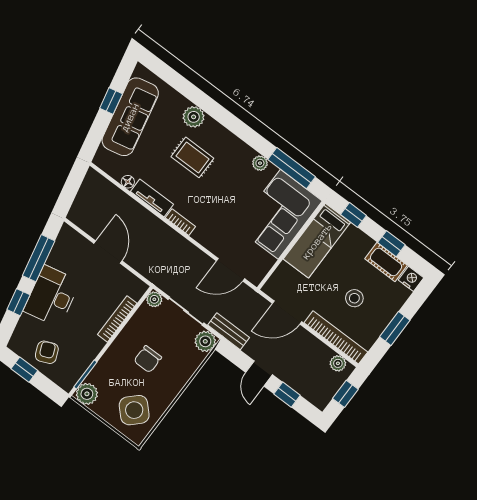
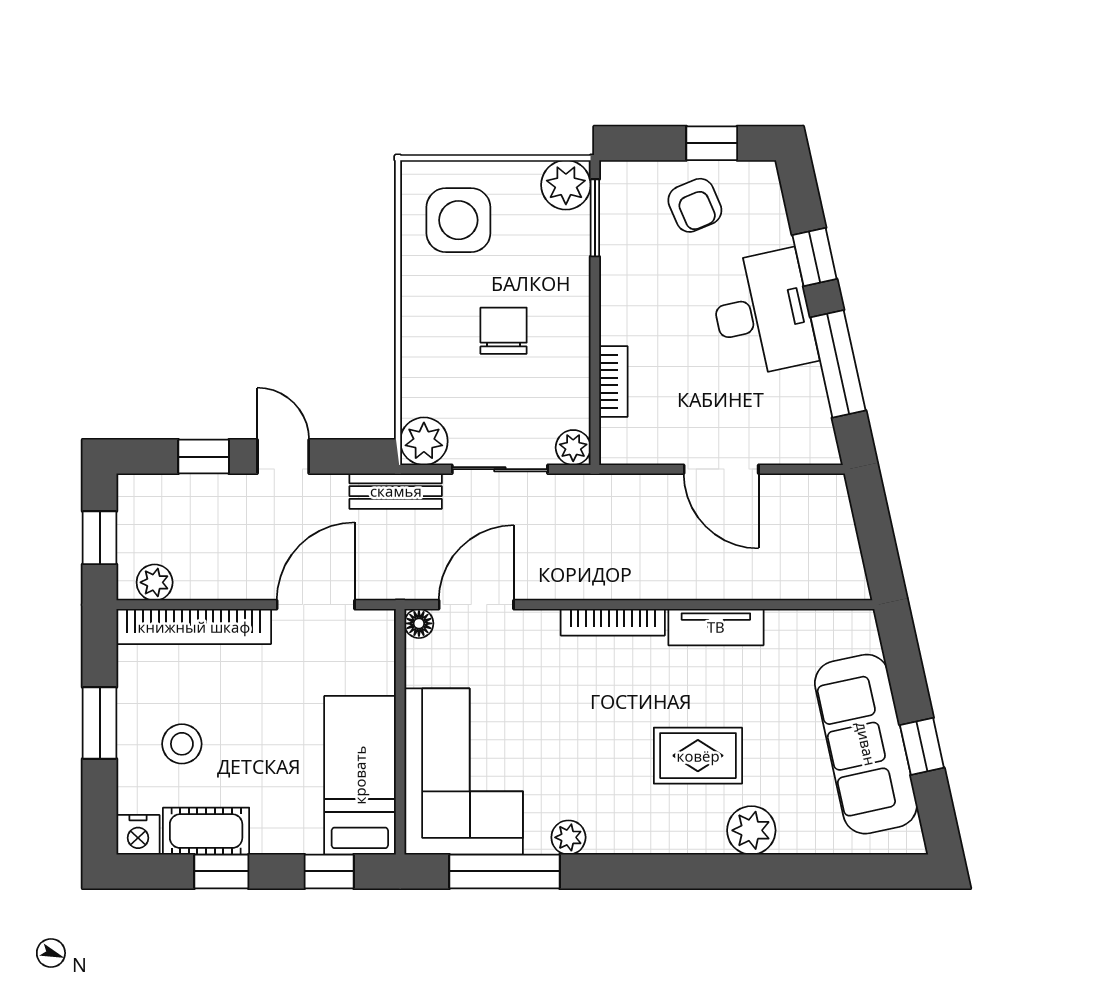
floor lamp: (128, 182) -> (419, 623), moved
bookcase: (180, 222) -> (613, 622), width x1.56
stool: (354, 298) -> (182, 744), moved
bookcase: (117, 319) -> (613, 382), width x0.64
side table: (134, 410) -> (458, 220), turned 45

